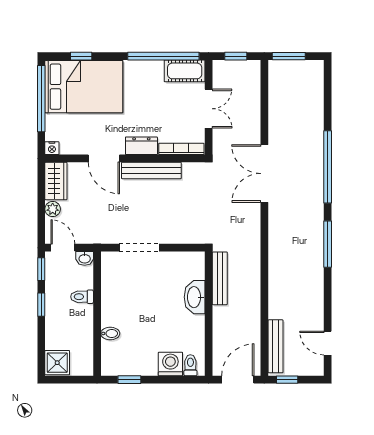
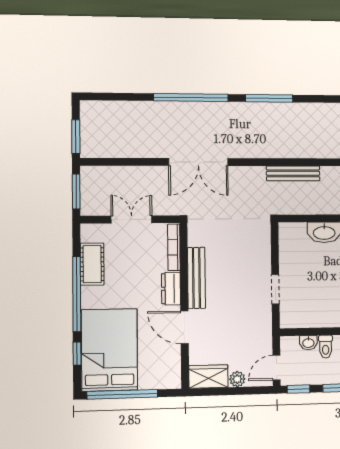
window: (163, 56) -> (77, 294), moved
window: (236, 56) -> (76, 191), width x1.50
cot: (185, 71) -> (92, 264), moved
nightstand: (52, 148) -> (174, 382), removed
door: (104, 158) -> (184, 327), swing flipped
doorway: (139, 248) -> (275, 289), width x0.73
washbasin: (85, 258) -> (308, 343), moved, turned 90
bench: (220, 278) -> (293, 173), moved

